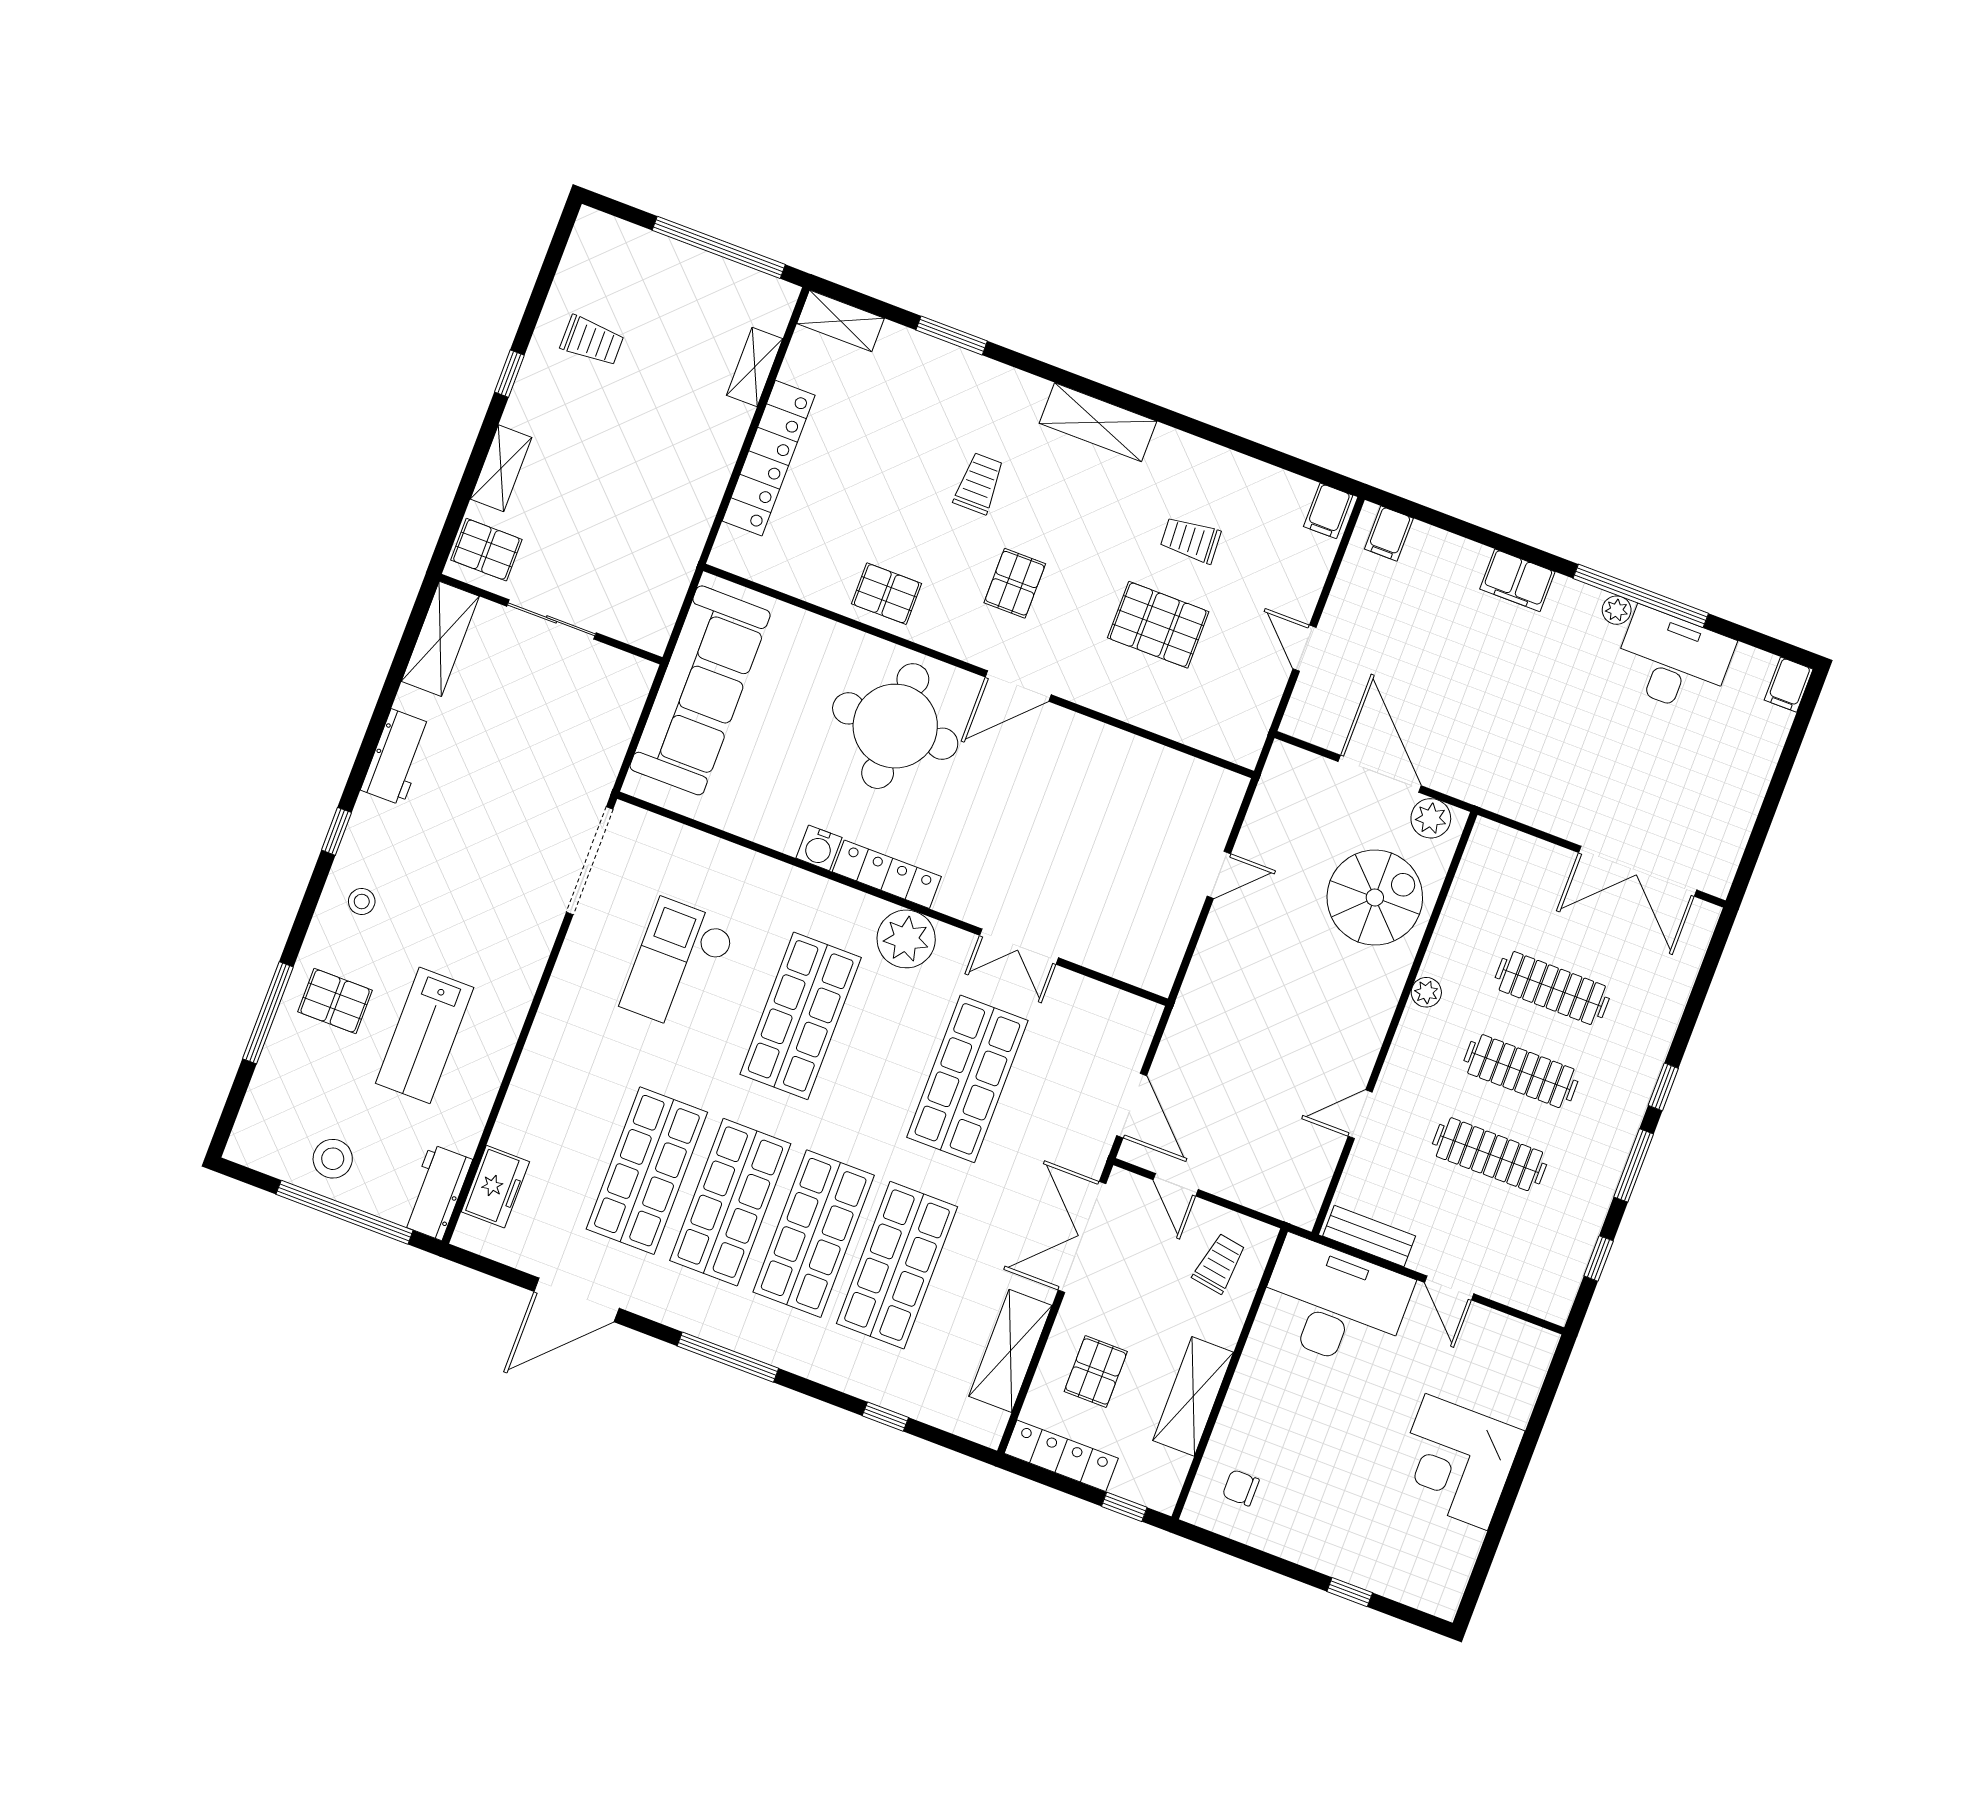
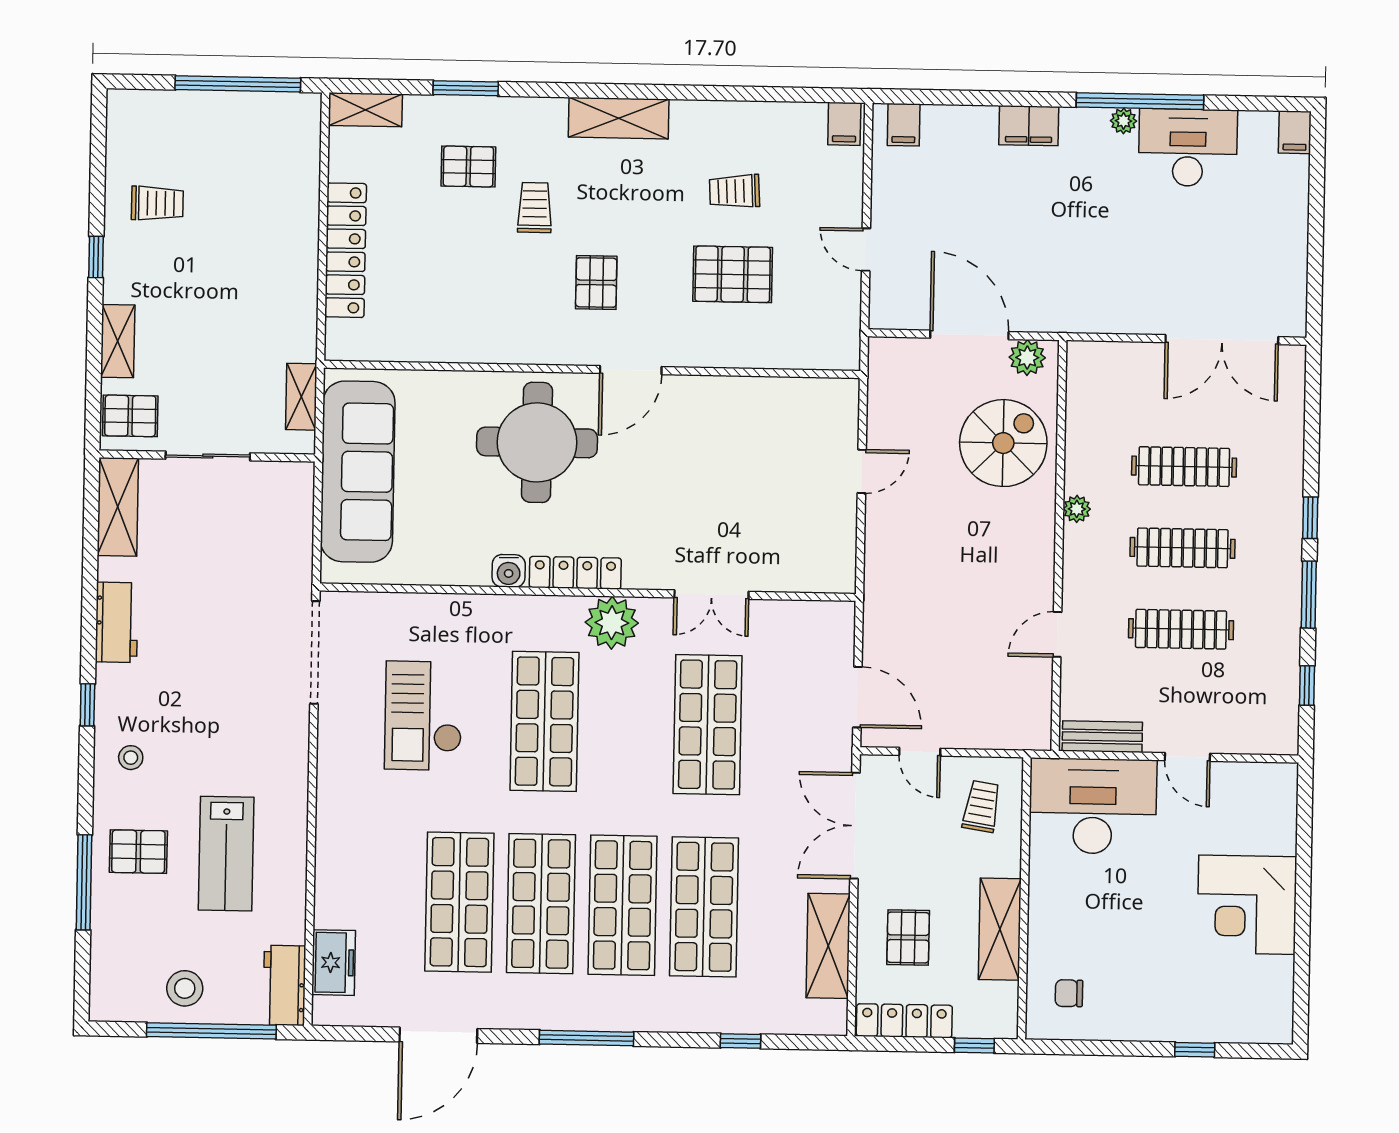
shelving: (755, 367) -> (301, 397), moved
pallet: (887, 594) -> (468, 166), moved

